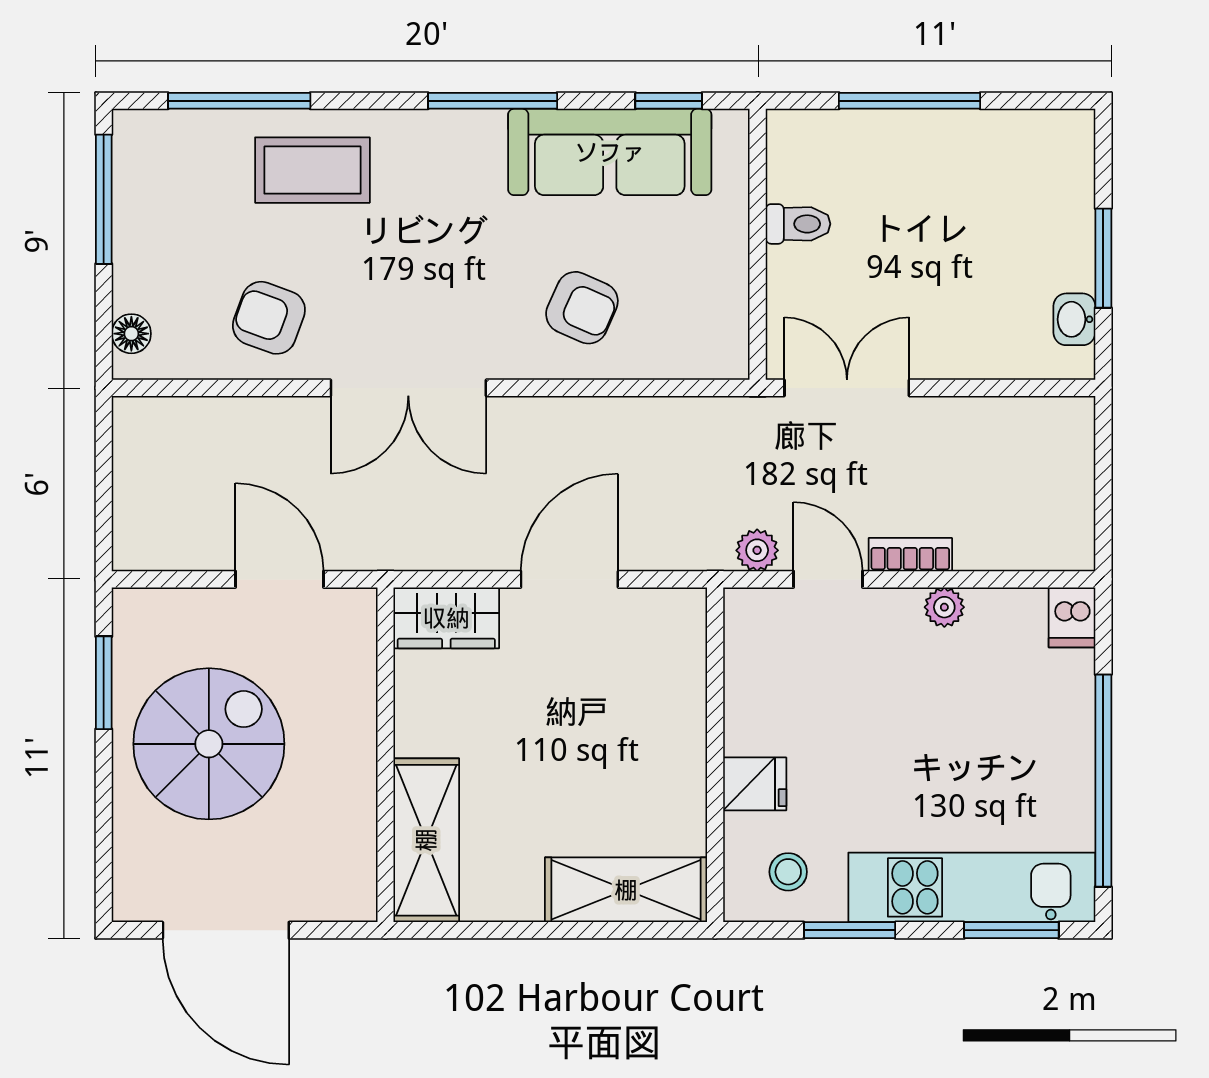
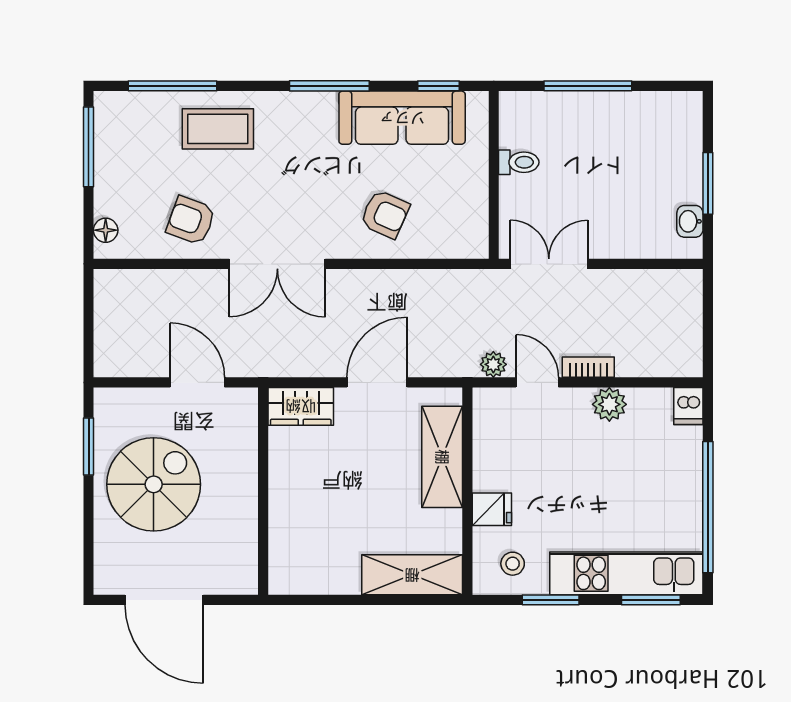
plant: (944, 607) -> (609, 404), width x1.38, depth x1.38
shelving: (426, 840) -> (442, 457), moved

